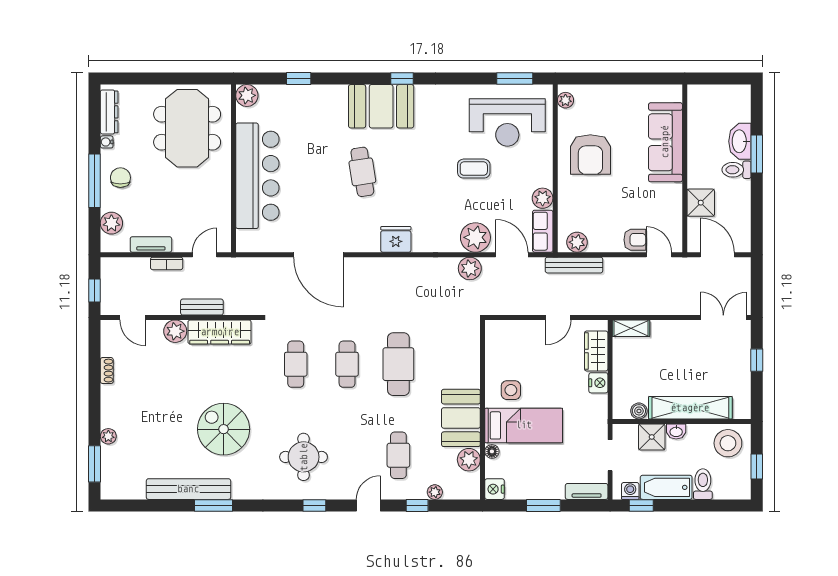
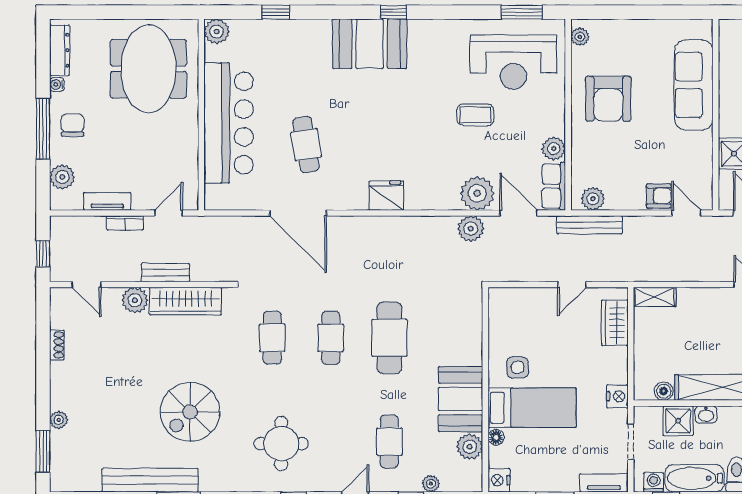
cafe table: (362, 172) -> (306, 145), moved
nightstand: (598, 383) -> (617, 396), moved
spiral stairs: (224, 429) -> (190, 412), turned -90

